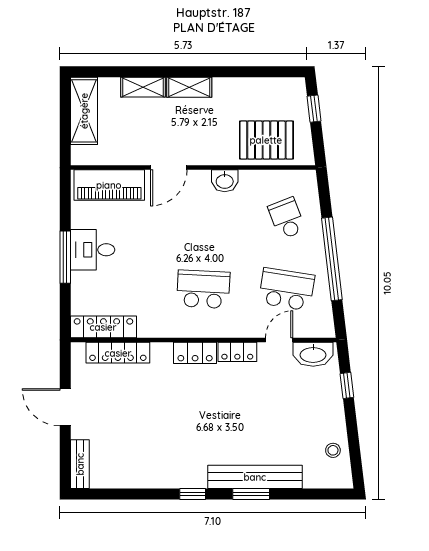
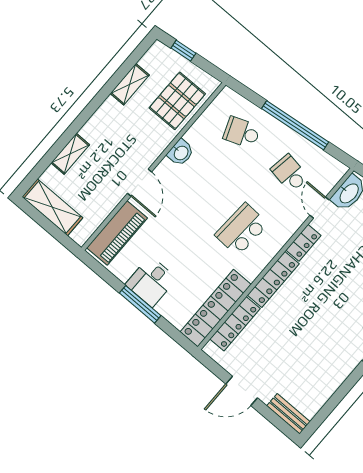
shelving: (189, 87) -> (130, 84), moved
school desk: (287, 289) -> (290, 173), width x0.54
locker: (103, 327) -> (216, 308), width x1.41, depth x1.21
locker: (195, 353) -> (273, 279), width x1.53

